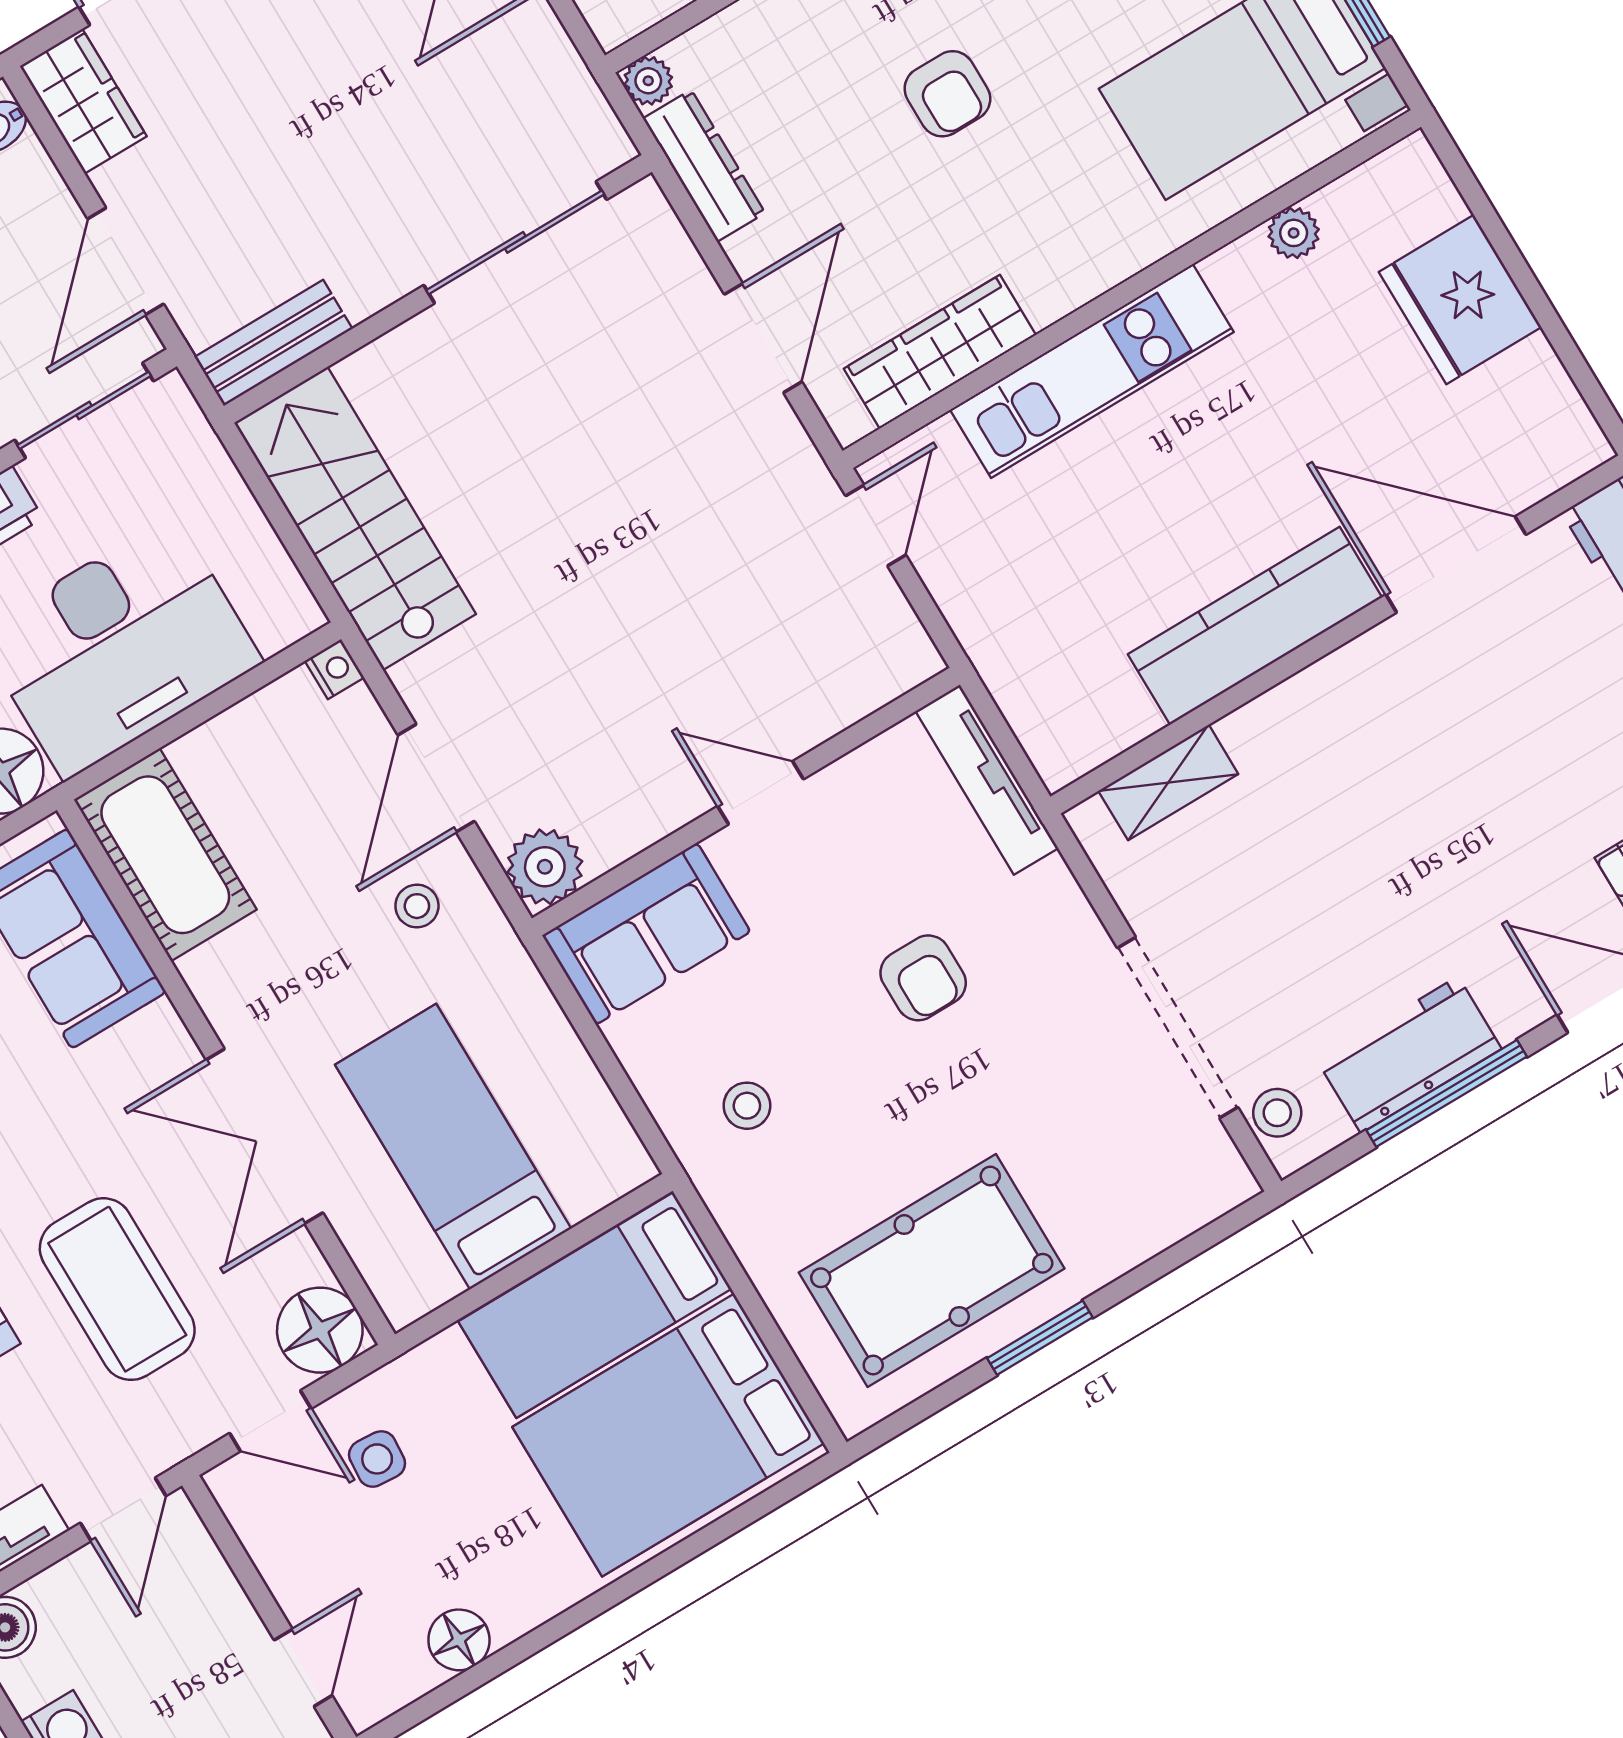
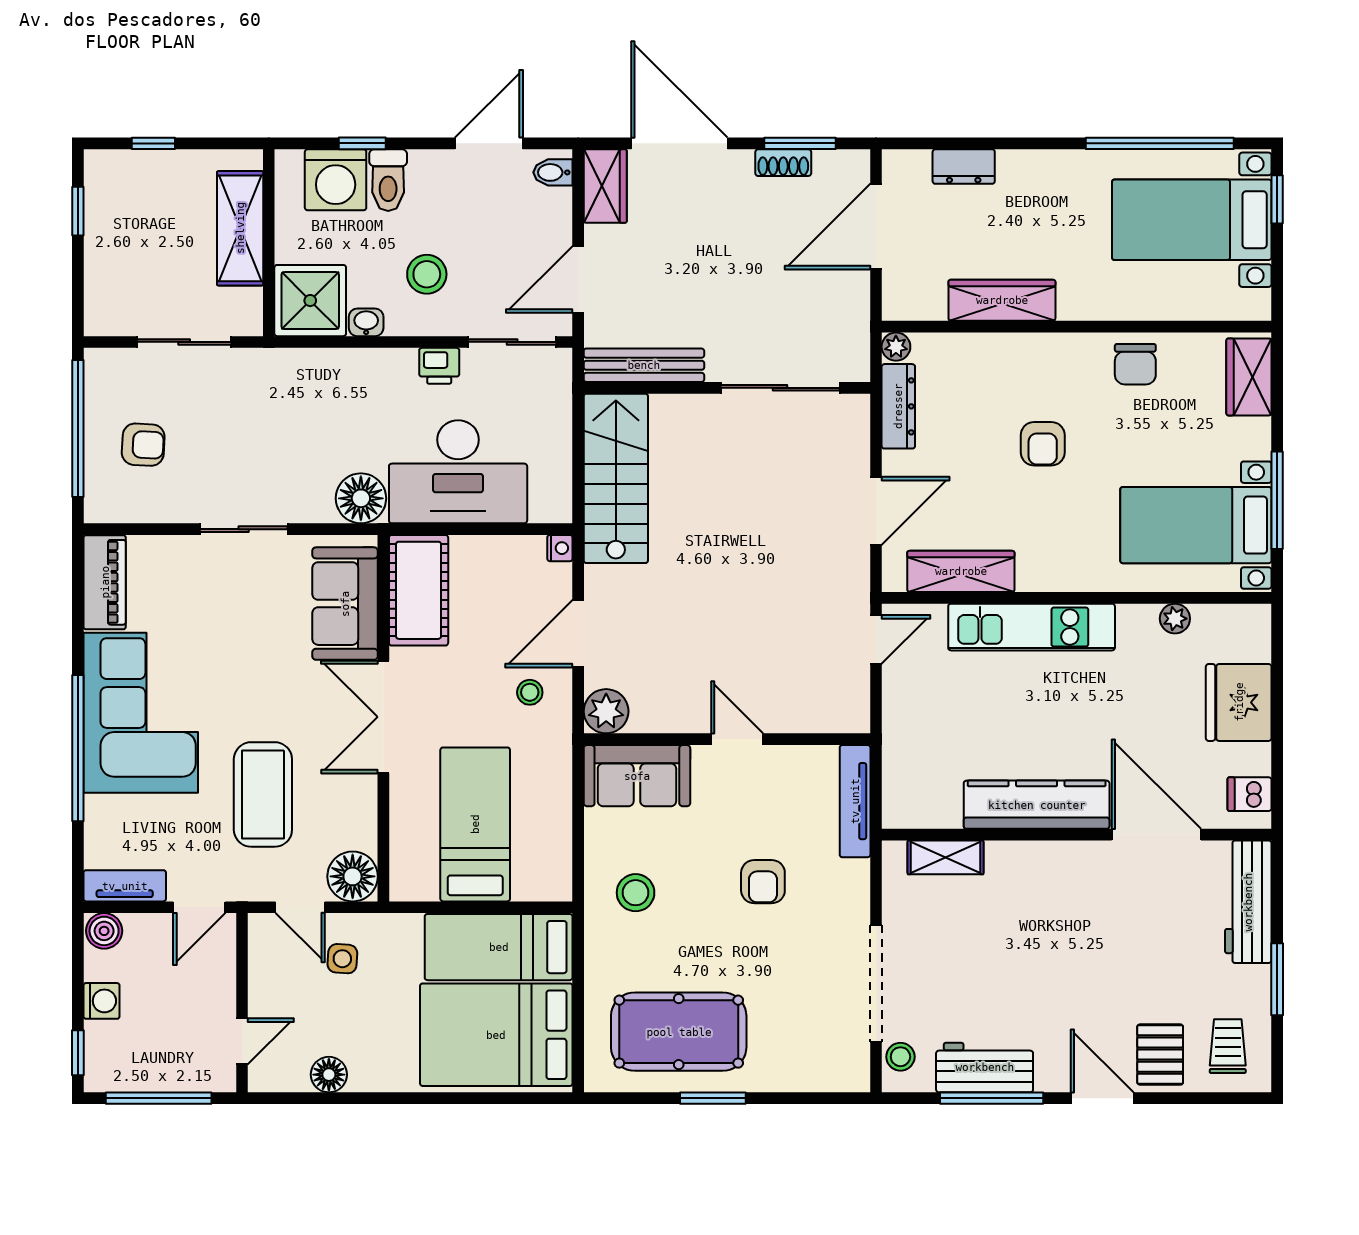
bench: (273, 343) -> (644, 365), width x1.36
dishwasher: (1556, 424) -> (1249, 794), added
stool: (747, 1106) -> (636, 893), width x1.37, depth x1.37
double door: (264, 1136) -> (383, 717), moved

